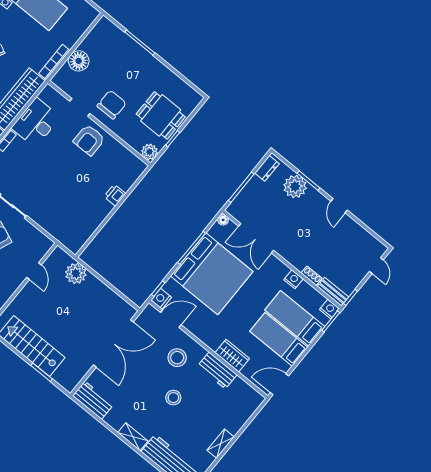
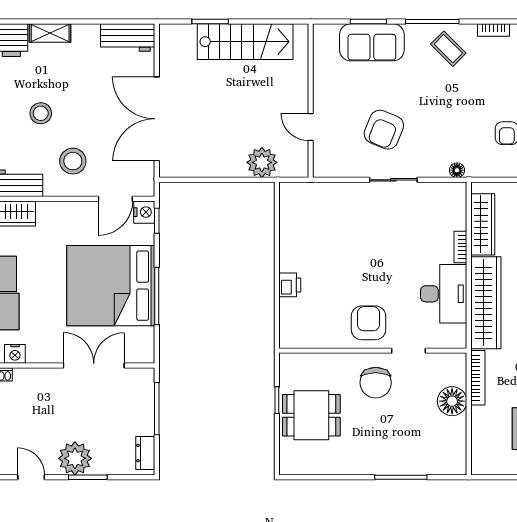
plant: (149, 152) -> (291, 365), removed
plant: (295, 187) -> (75, 458), moved
floor lamp: (223, 220) -> (147, 356), removed

